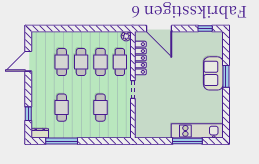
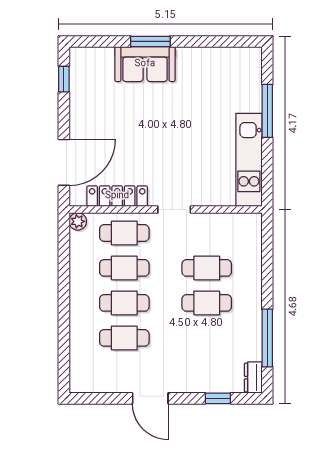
door: (28, 61) -> (150, 398), moved
cafe table: (62, 108) -> (207, 303), moved
kitchen unit: (197, 131) -> (249, 160), moved

